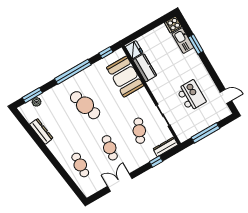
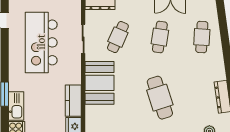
booth: (125, 77) -> (100, 83), moved
kitchen island: (191, 96) -> (41, 42), width x1.87, depth x1.28

